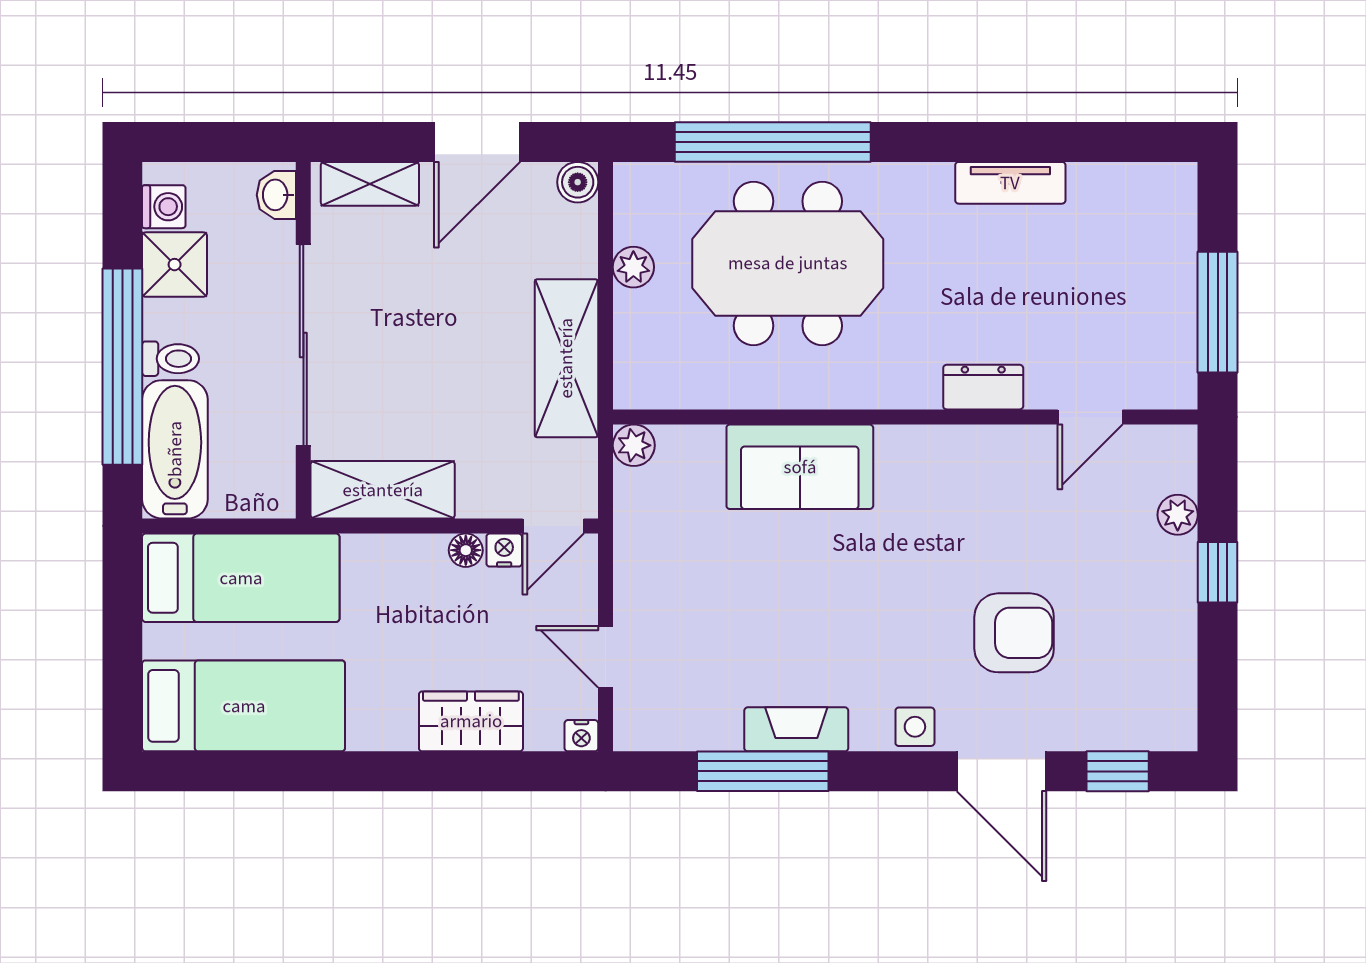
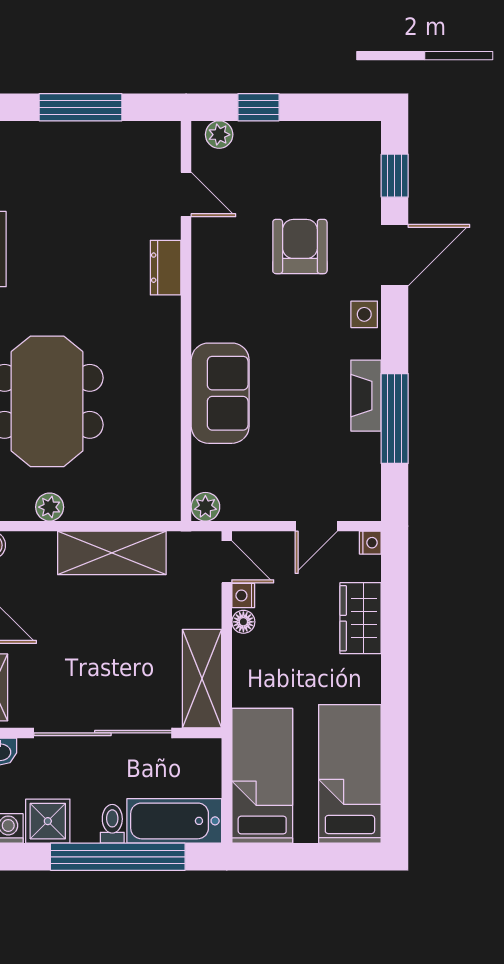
dresser: (983, 387) -> (166, 268), moved
wall: (905, 417) -> (186, 321), moved
door: (1090, 417) -> (186, 194), moved
plant: (634, 445) -> (205, 507), moved
sofa: (800, 467) -> (220, 393), moved

